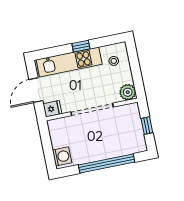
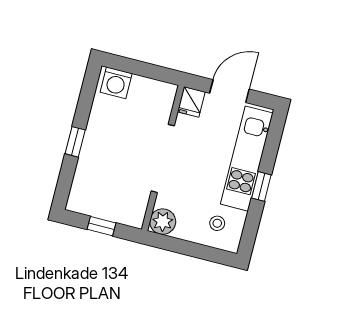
door: (36, 90) -> (229, 91), hinge flipped
window: (107, 163) -> (75, 142), width x0.32

